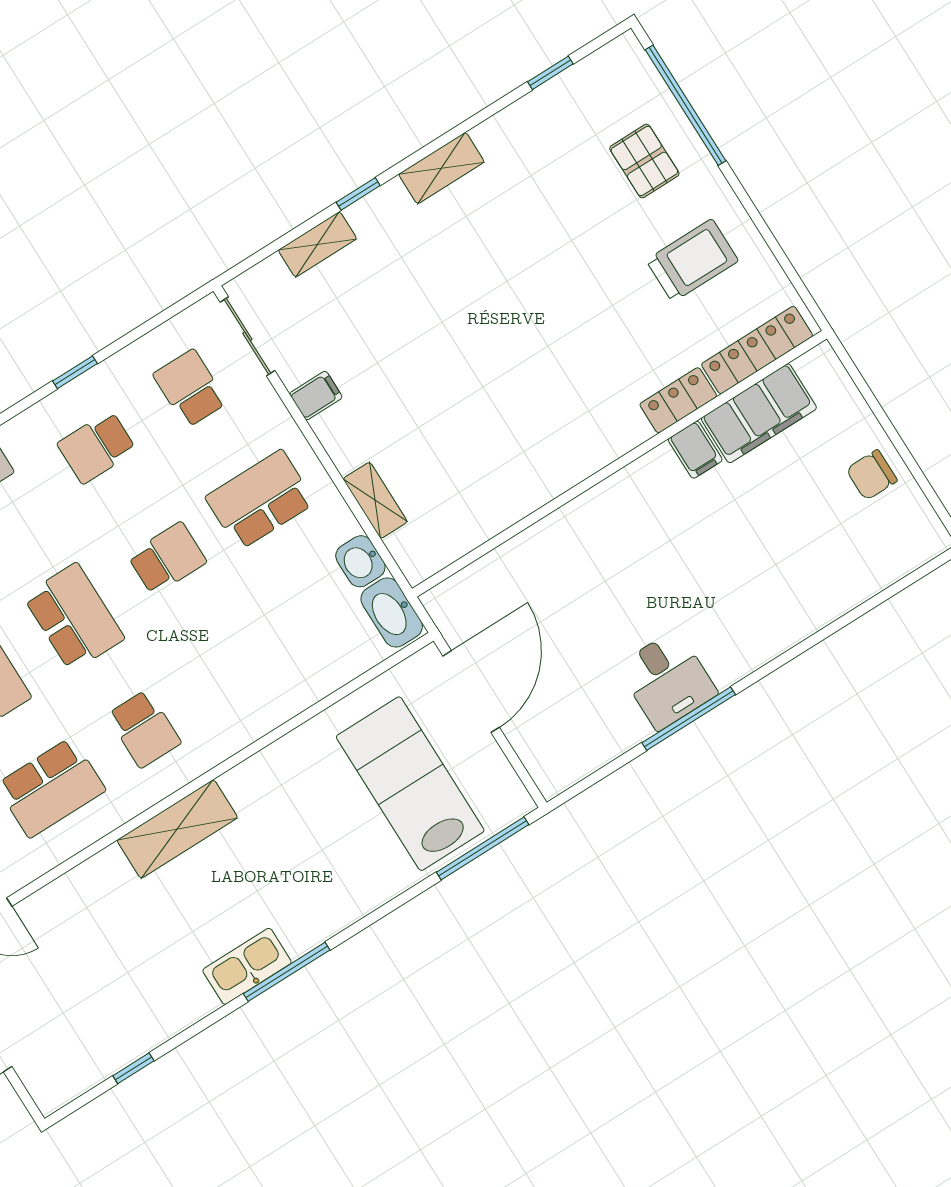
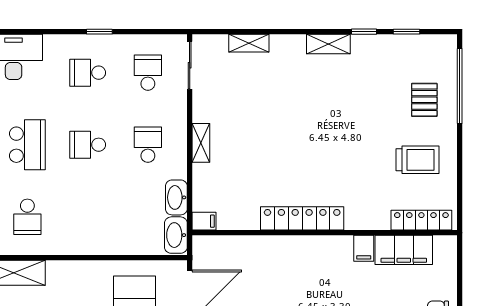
window: (358, 194) -> (364, 32), moved
filing cabinet: (316, 396) -> (204, 221), moved
locker: (678, 400) -> (302, 218), moved, width x2.16, depth x1.21
school desk: (260, 500) -> (148, 145), width x0.54
shelving: (375, 500) -> (201, 143), moved
school desk: (167, 559) -> (88, 145), turned 180
washbasin: (360, 561) -> (176, 197), width x1.38

